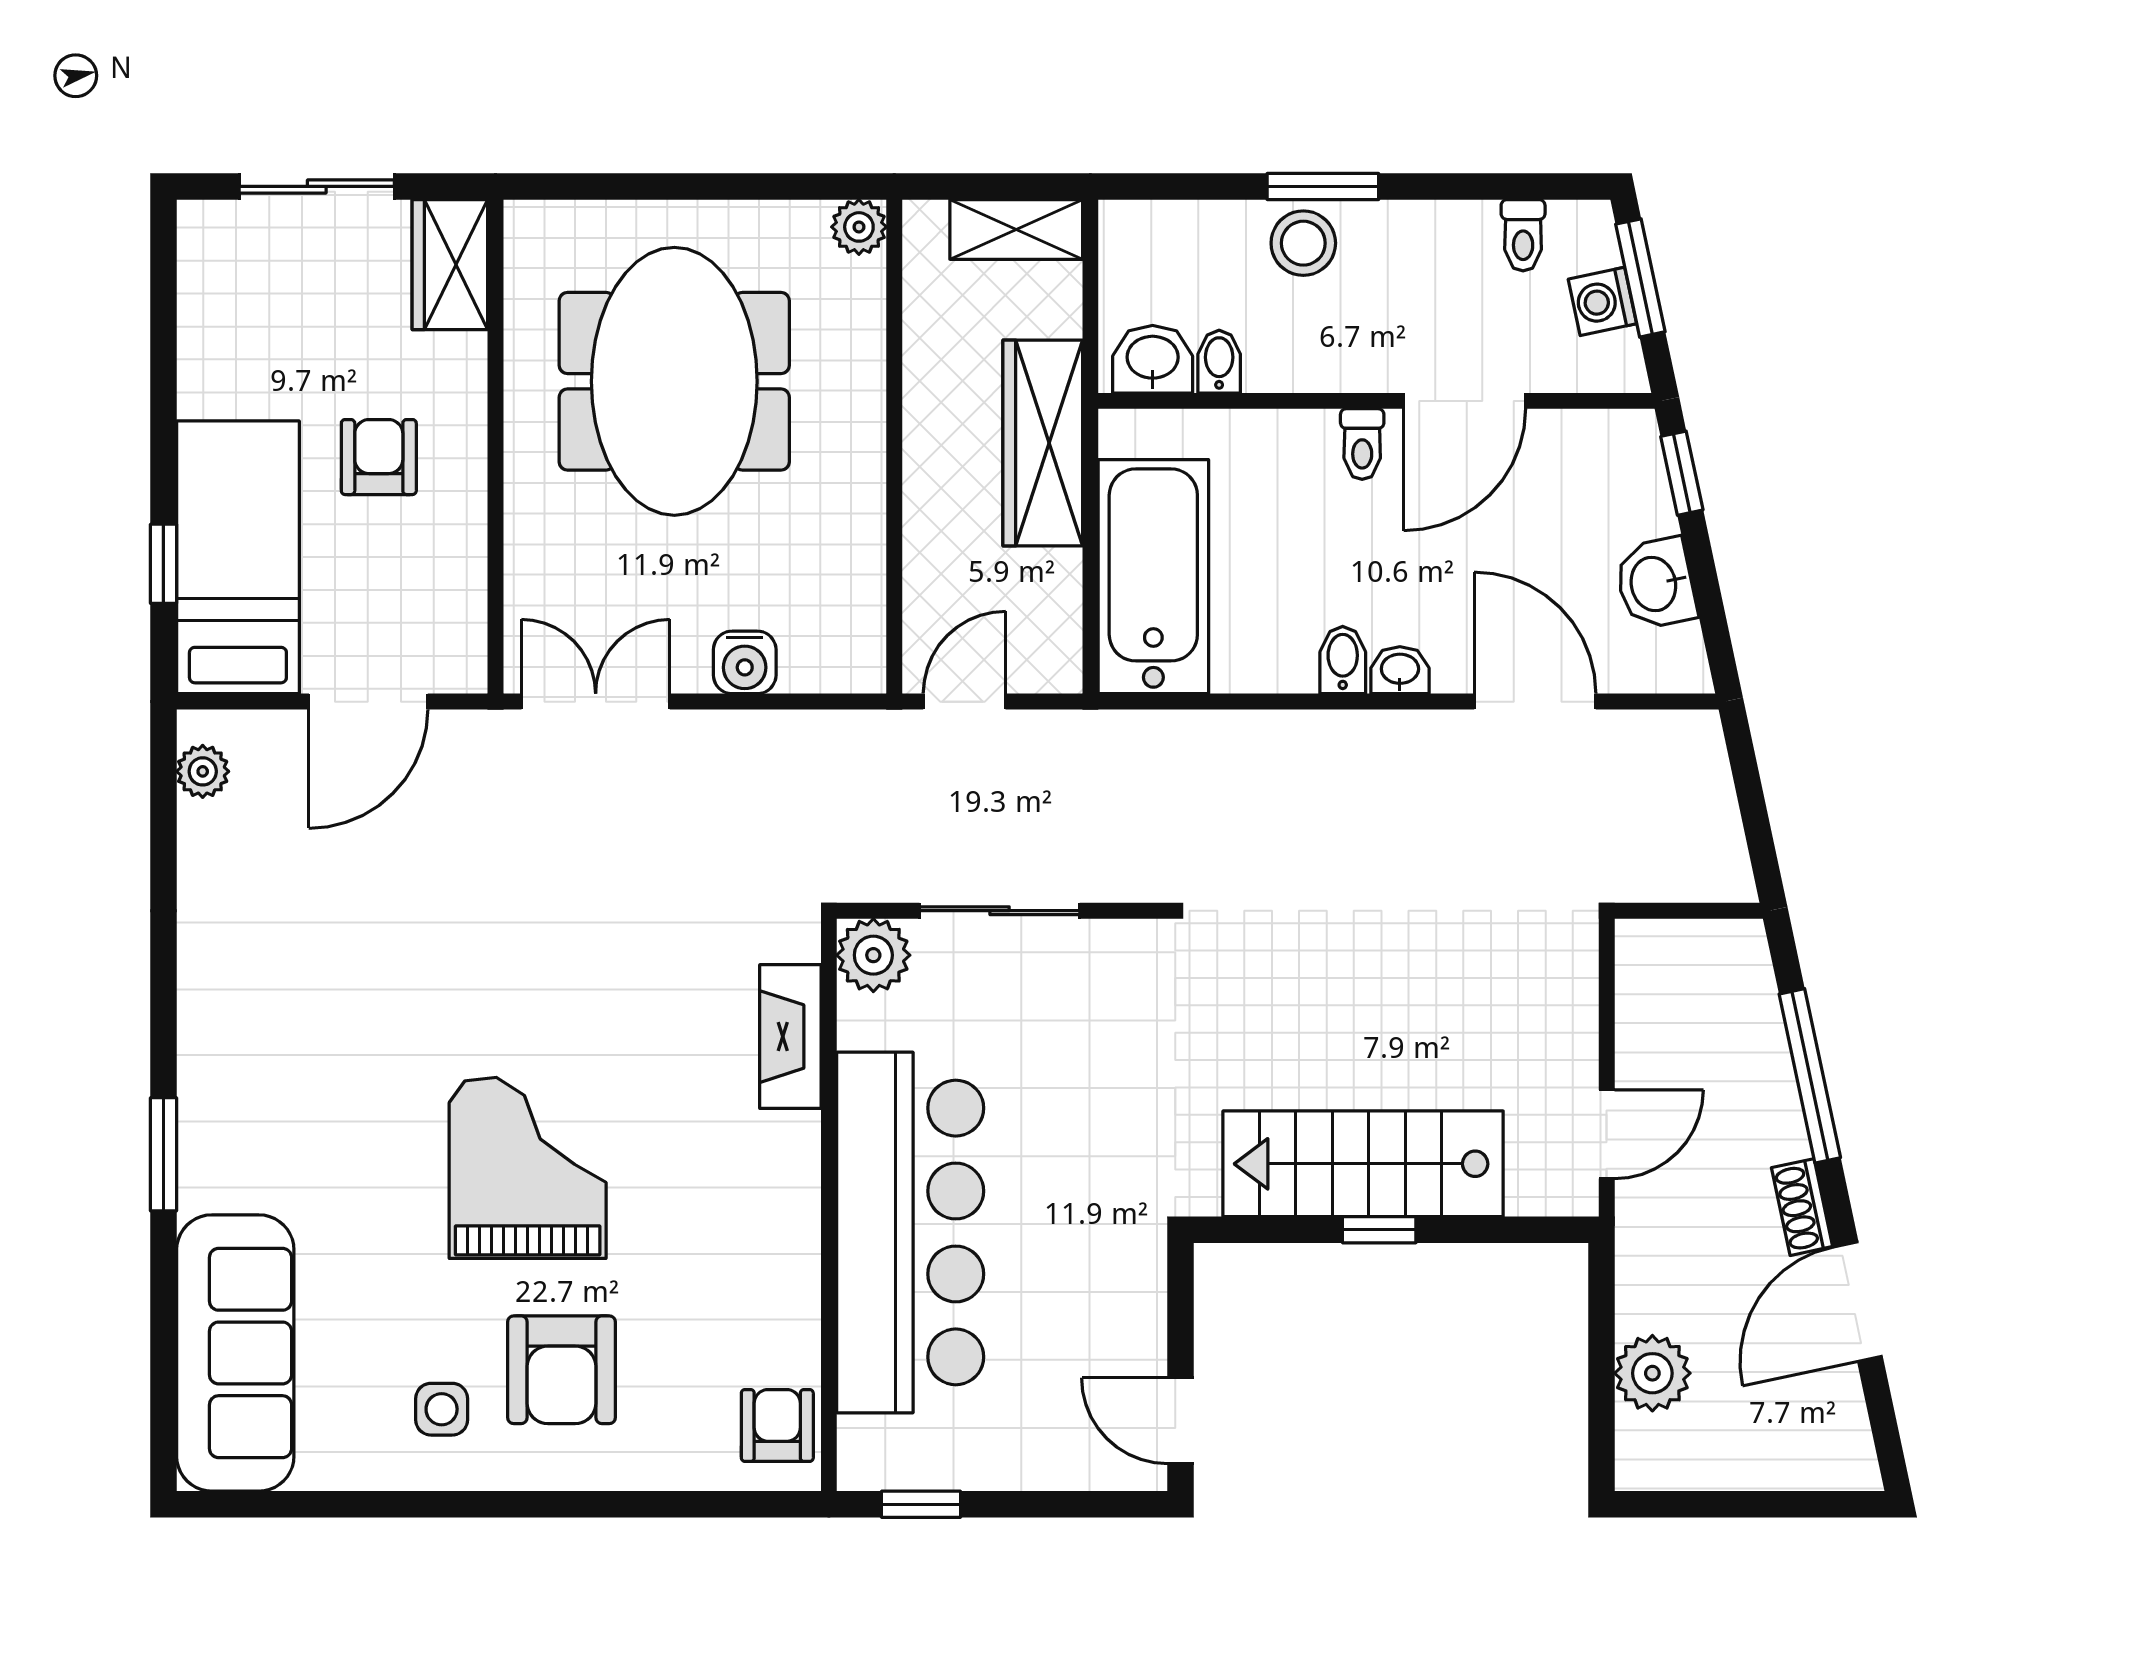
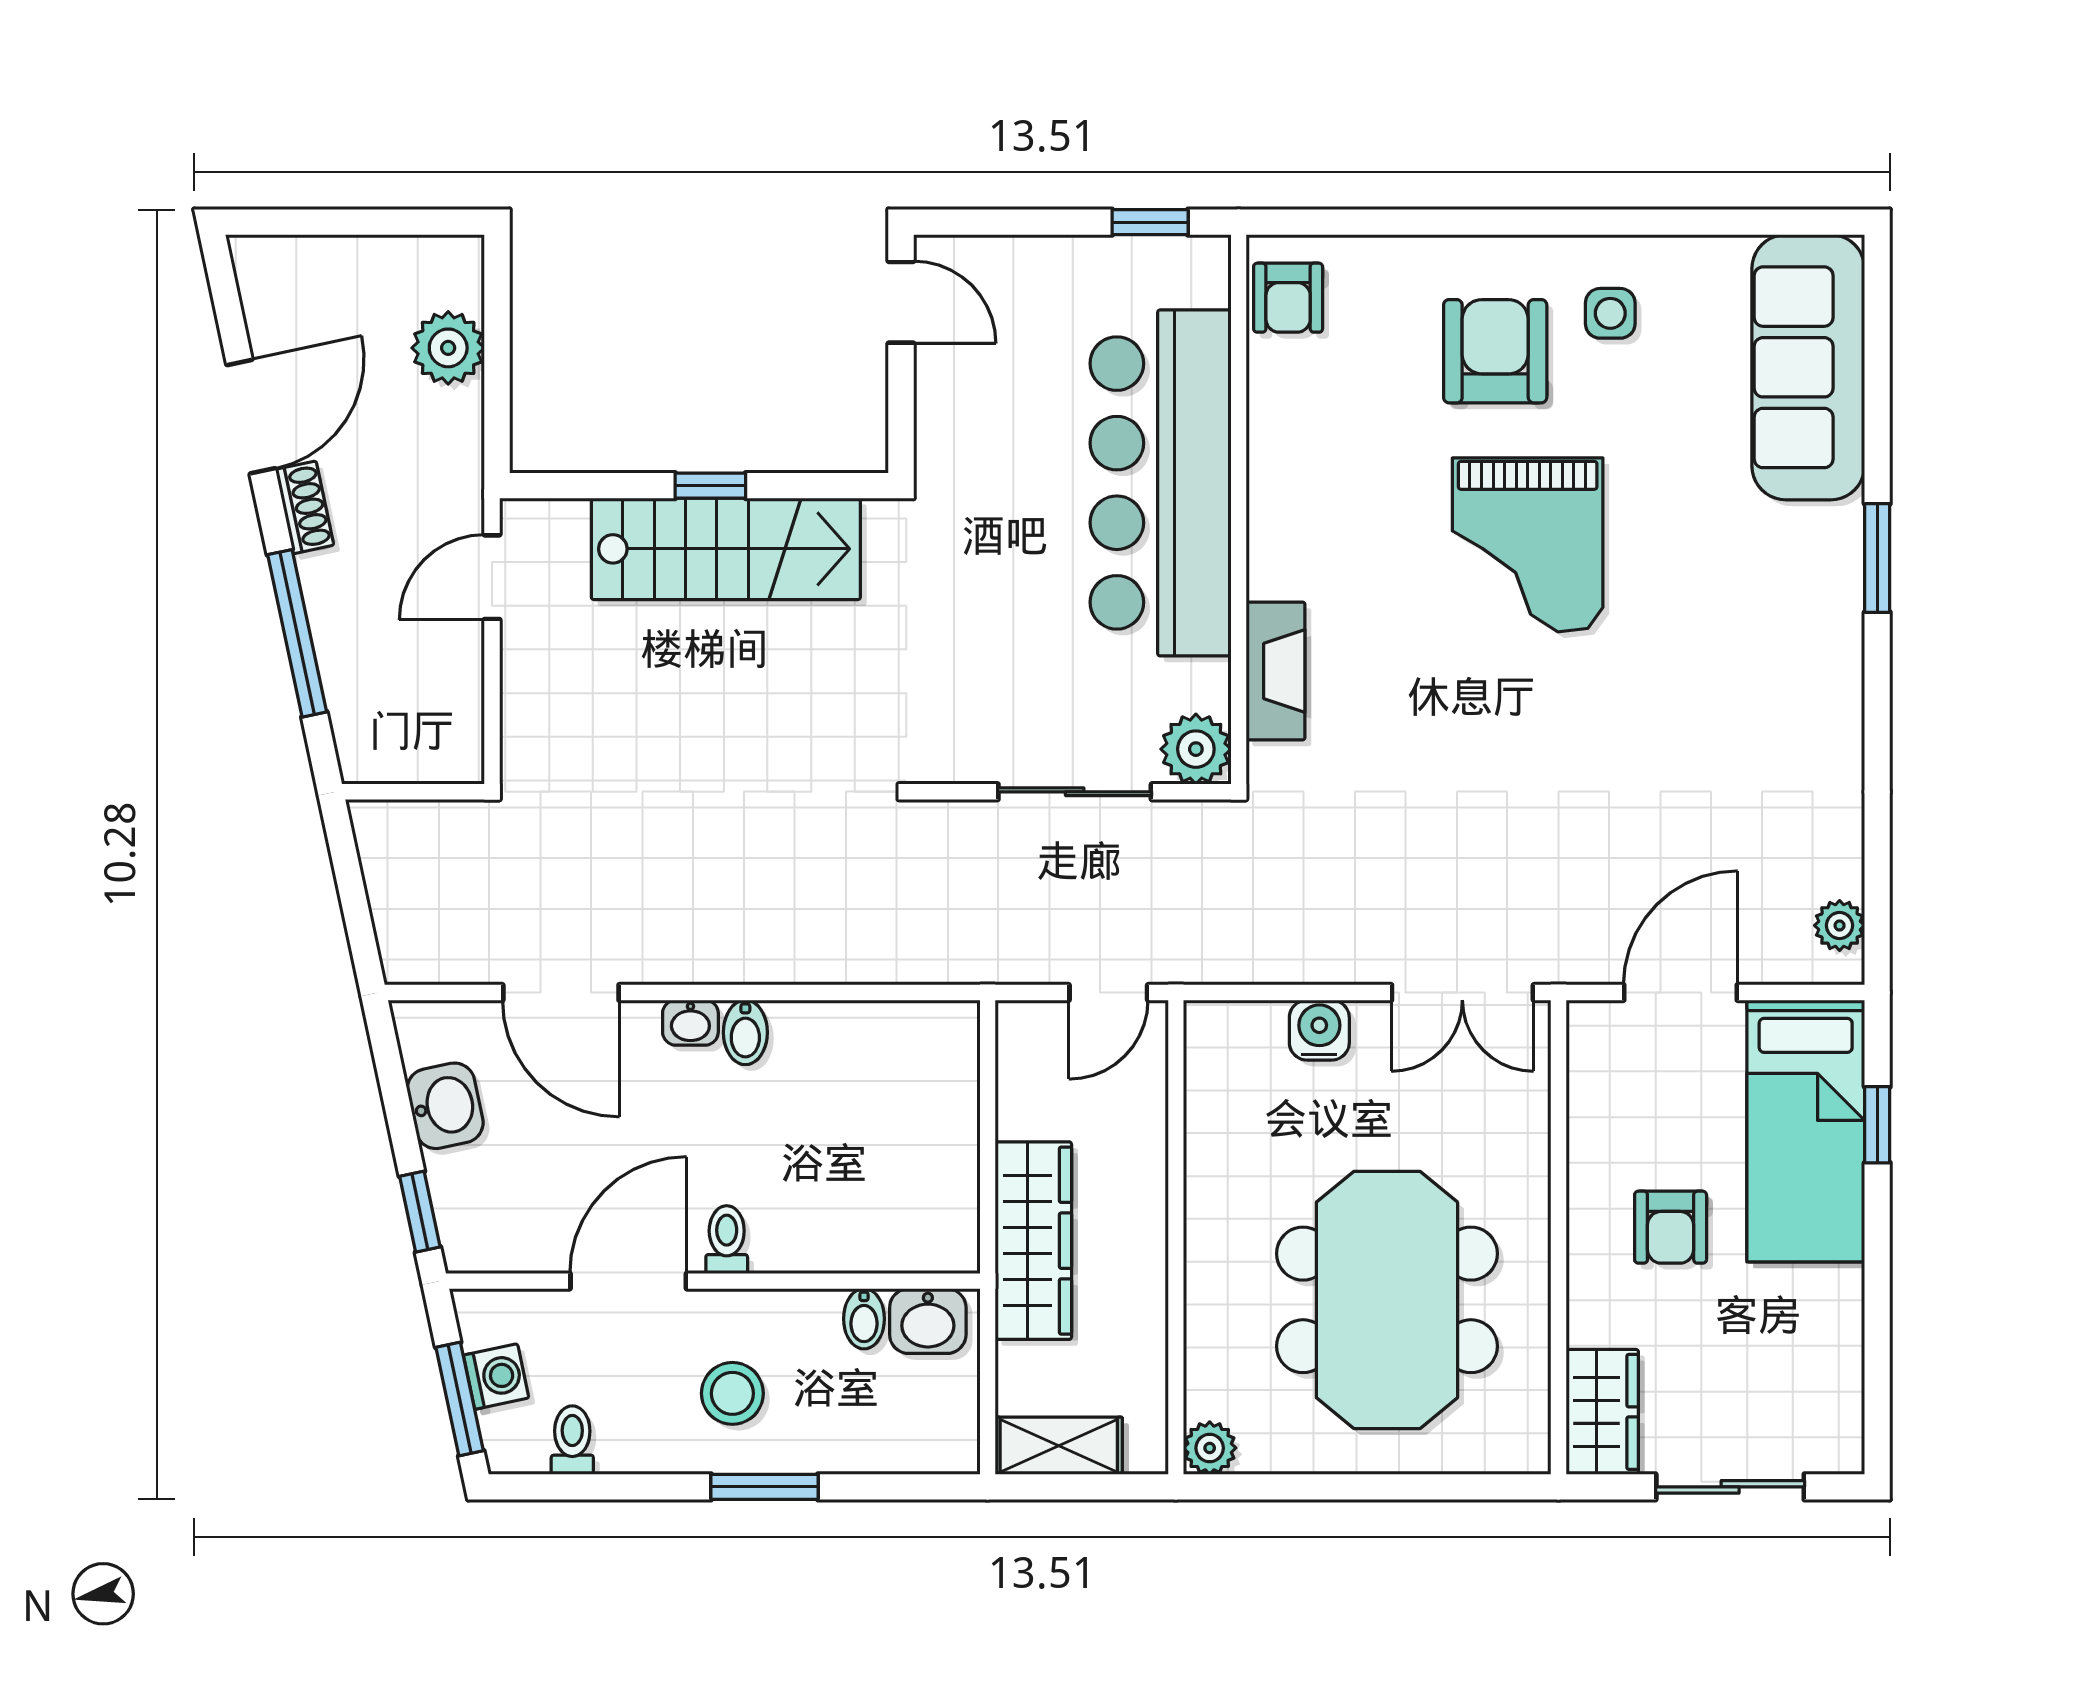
stool: (1303, 243) -> (732, 1393), moved
bathtub: (1153, 577) -> (927, 1112), removed

